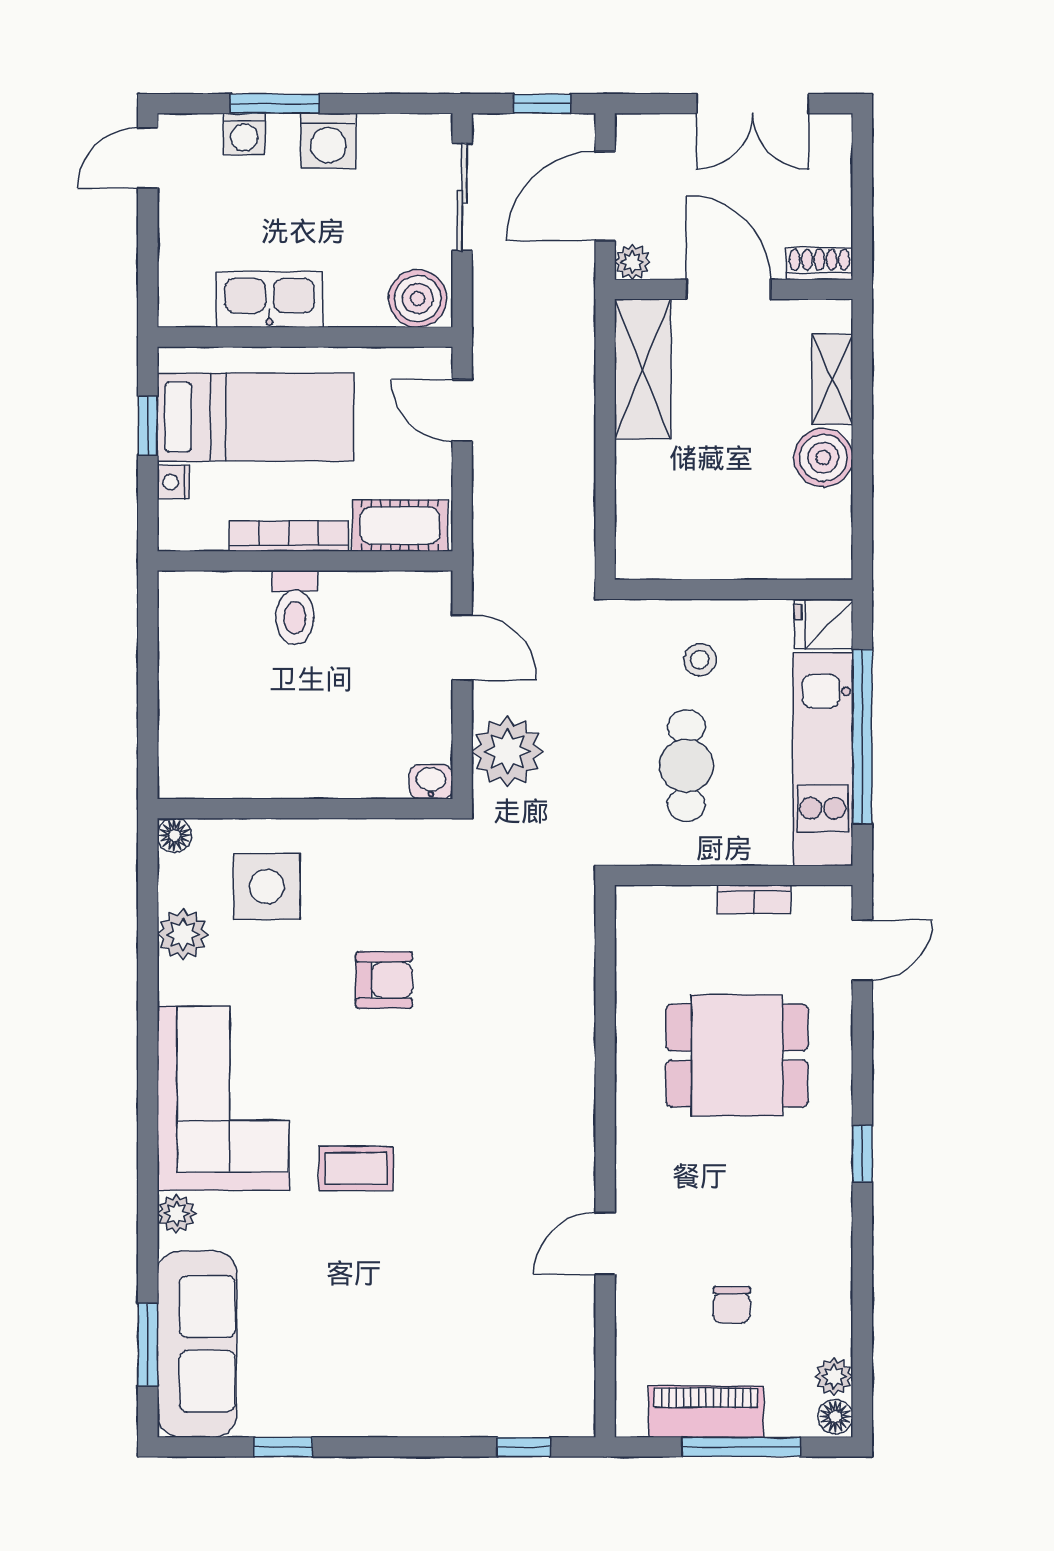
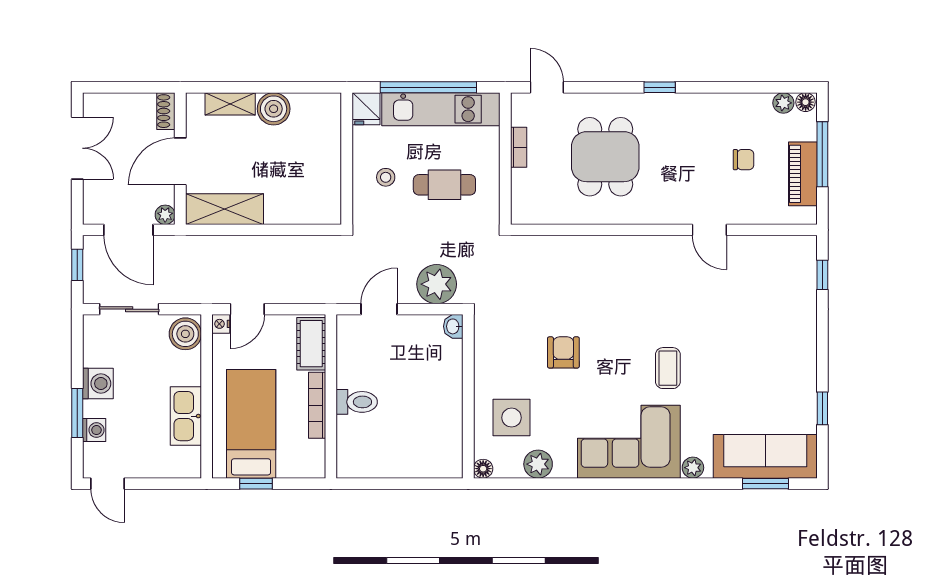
nightstand: (173, 482) -> (221, 324), moved, turned 90

